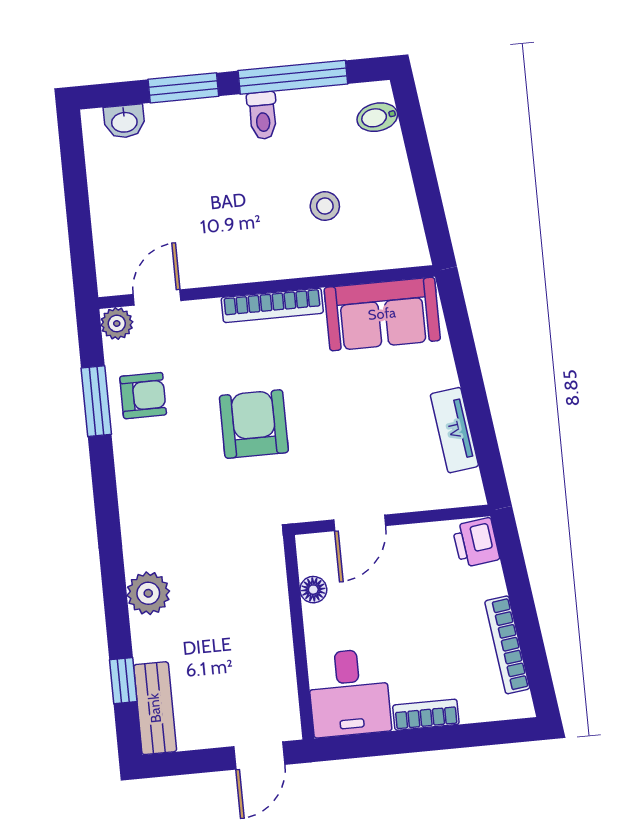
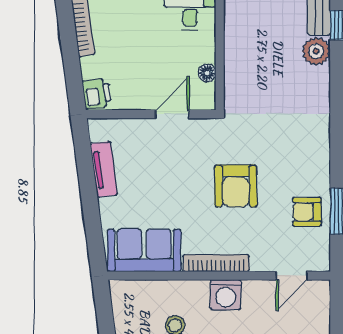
washing machine: (253, 259) -> (226, 295), added
plant: (117, 324) -> (320, 261), removed
plant: (148, 593) -> (316, 51), moved

